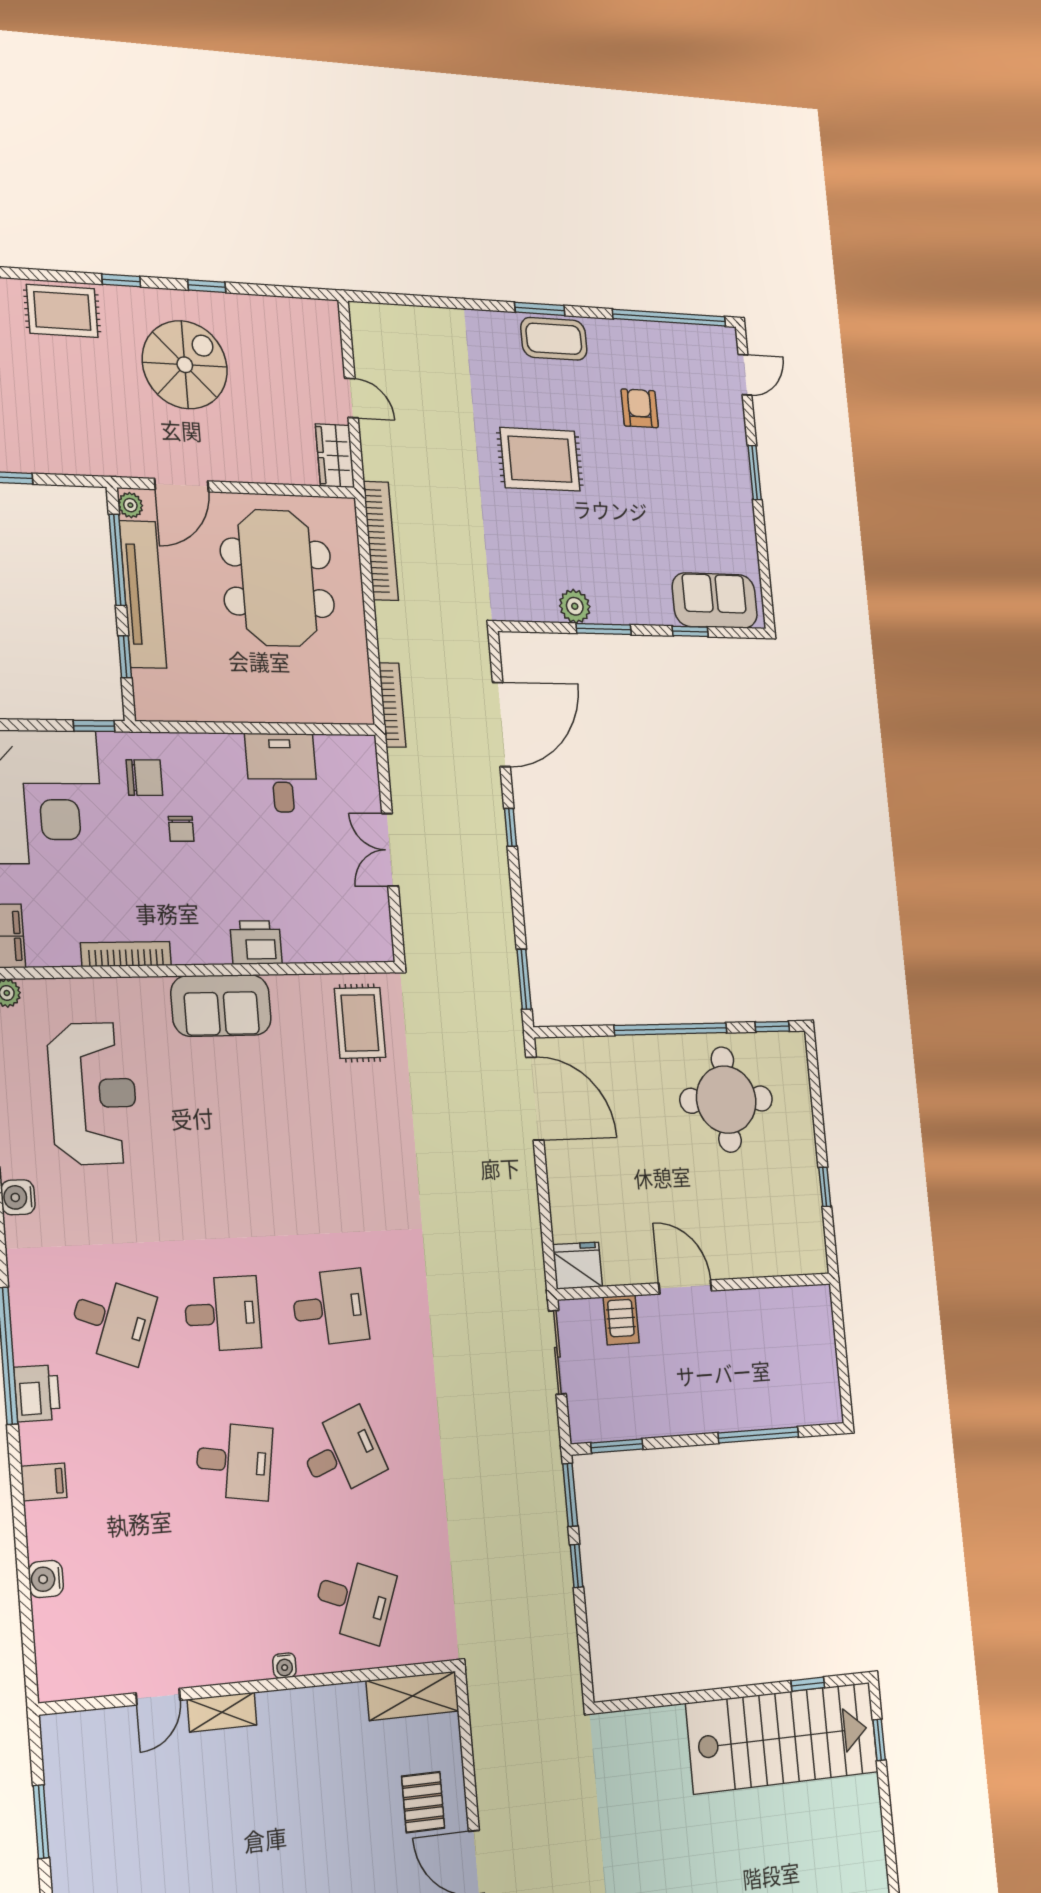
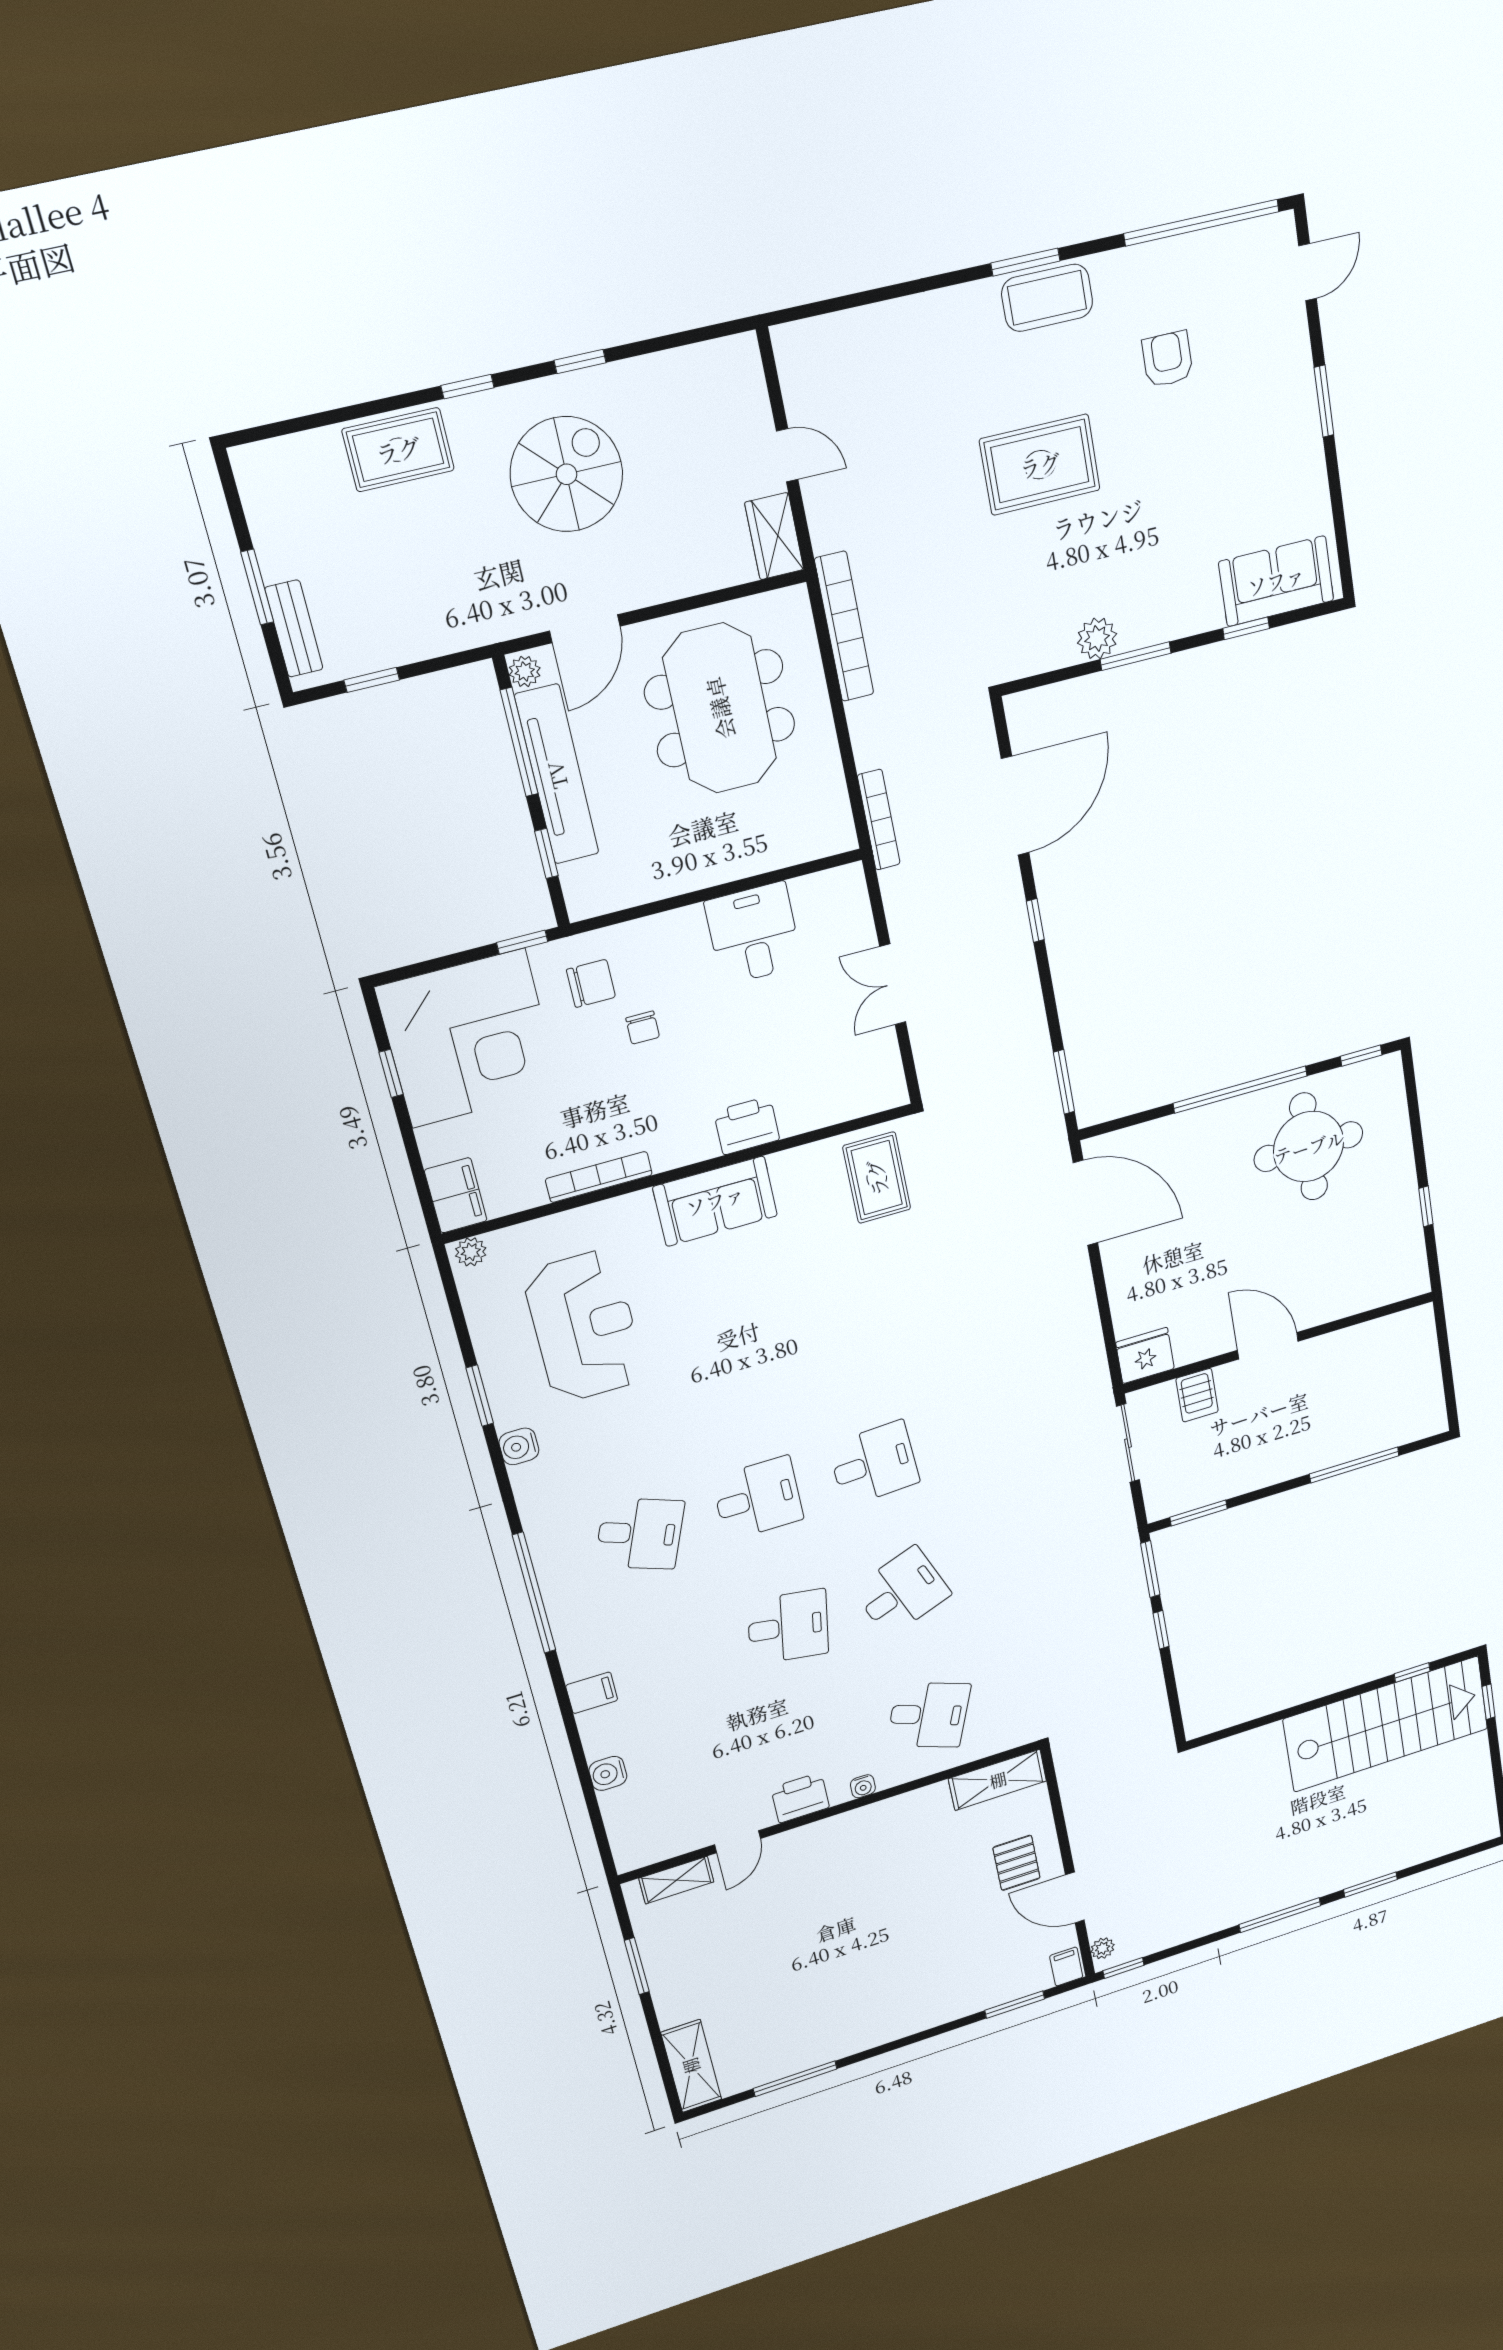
printer: (37, 1393) -> (800, 1798), moved, turned -90
shelving: (222, 1712) -> (676, 1880), moved

